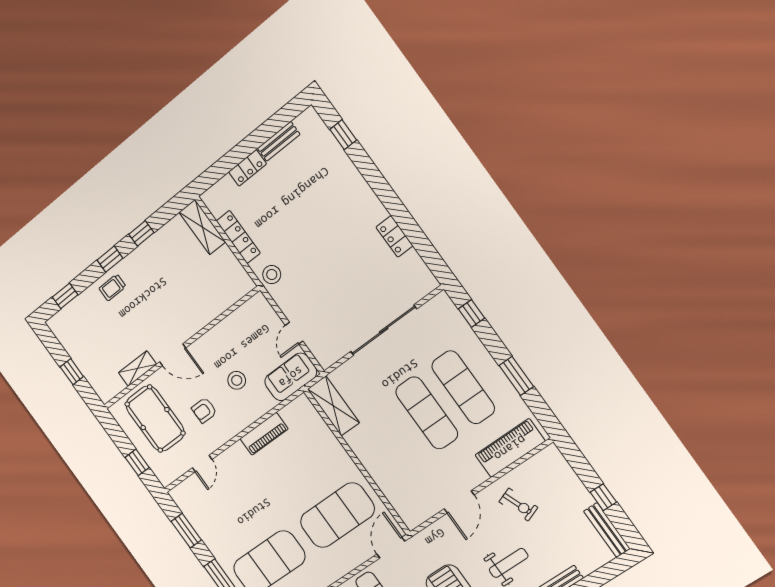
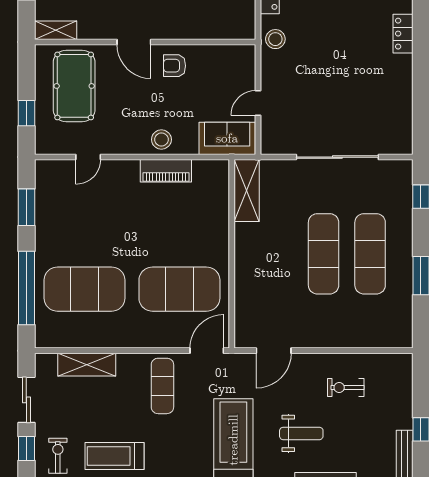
locker: (394, 236) -> (403, 34), moved
shelving: (137, 368) -> (56, 30), moved
stool: (237, 380) -> (161, 140), moved
armchair: (204, 410) -> (175, 66), moved
piano: (510, 448) -> (373, 334), removed
door: (459, 502) -> (274, 351), moved
exercise bike: (518, 505) -> (346, 388), turned 111

